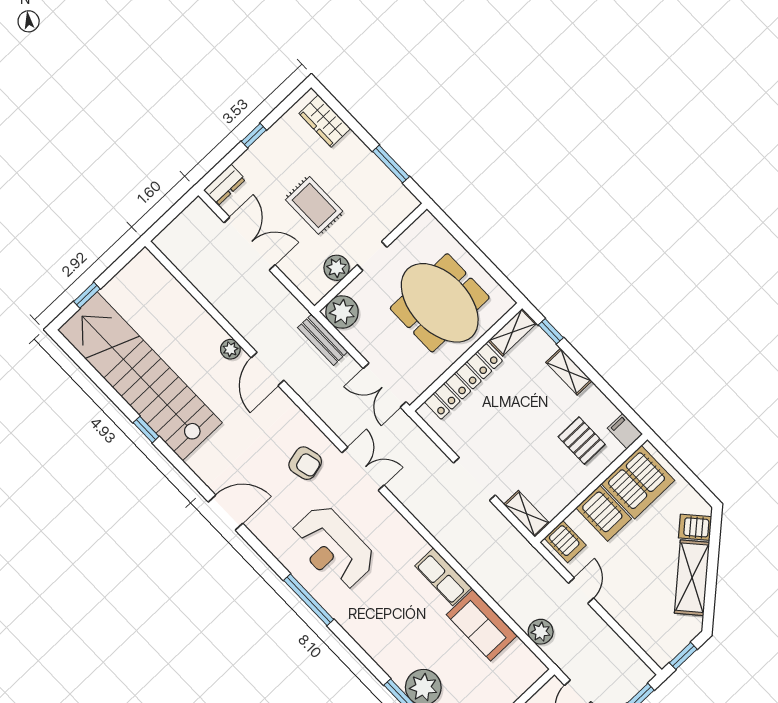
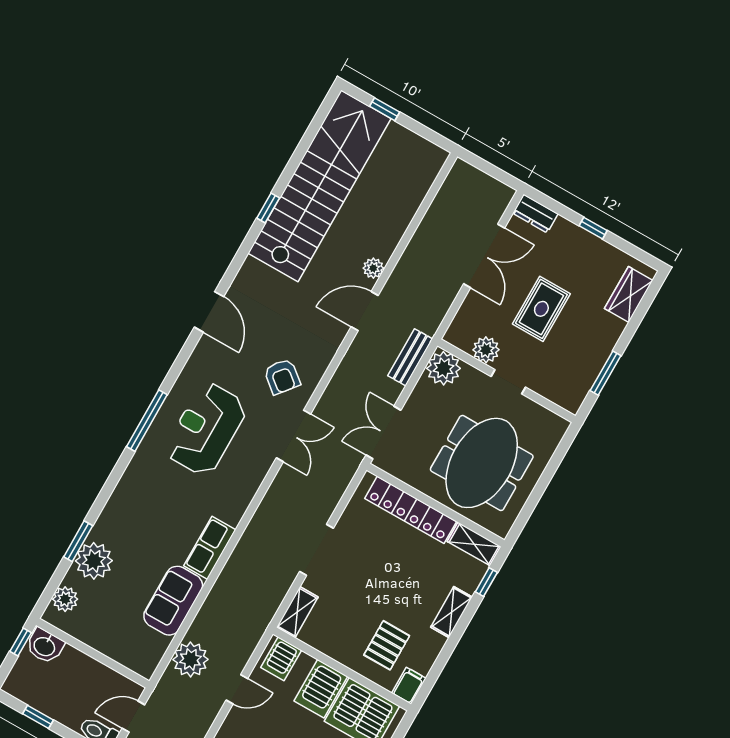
armchair: (305, 463) -> (282, 377), turned -37
plant: (541, 632) -> (190, 659), width x1.36, depth x1.36

